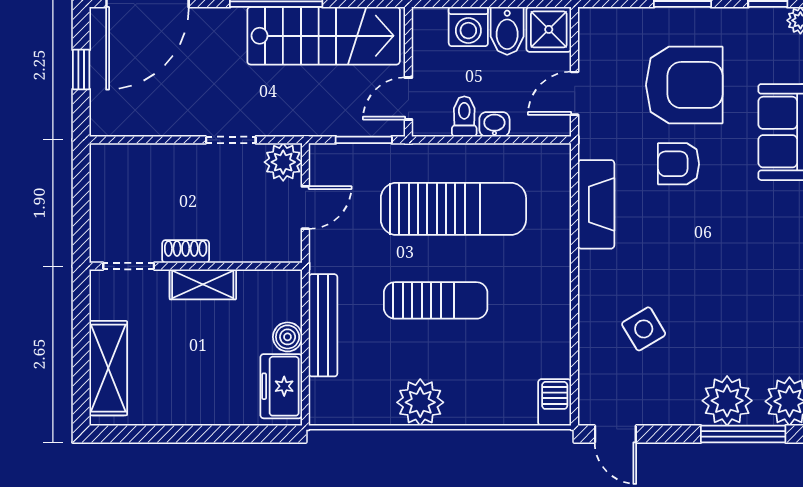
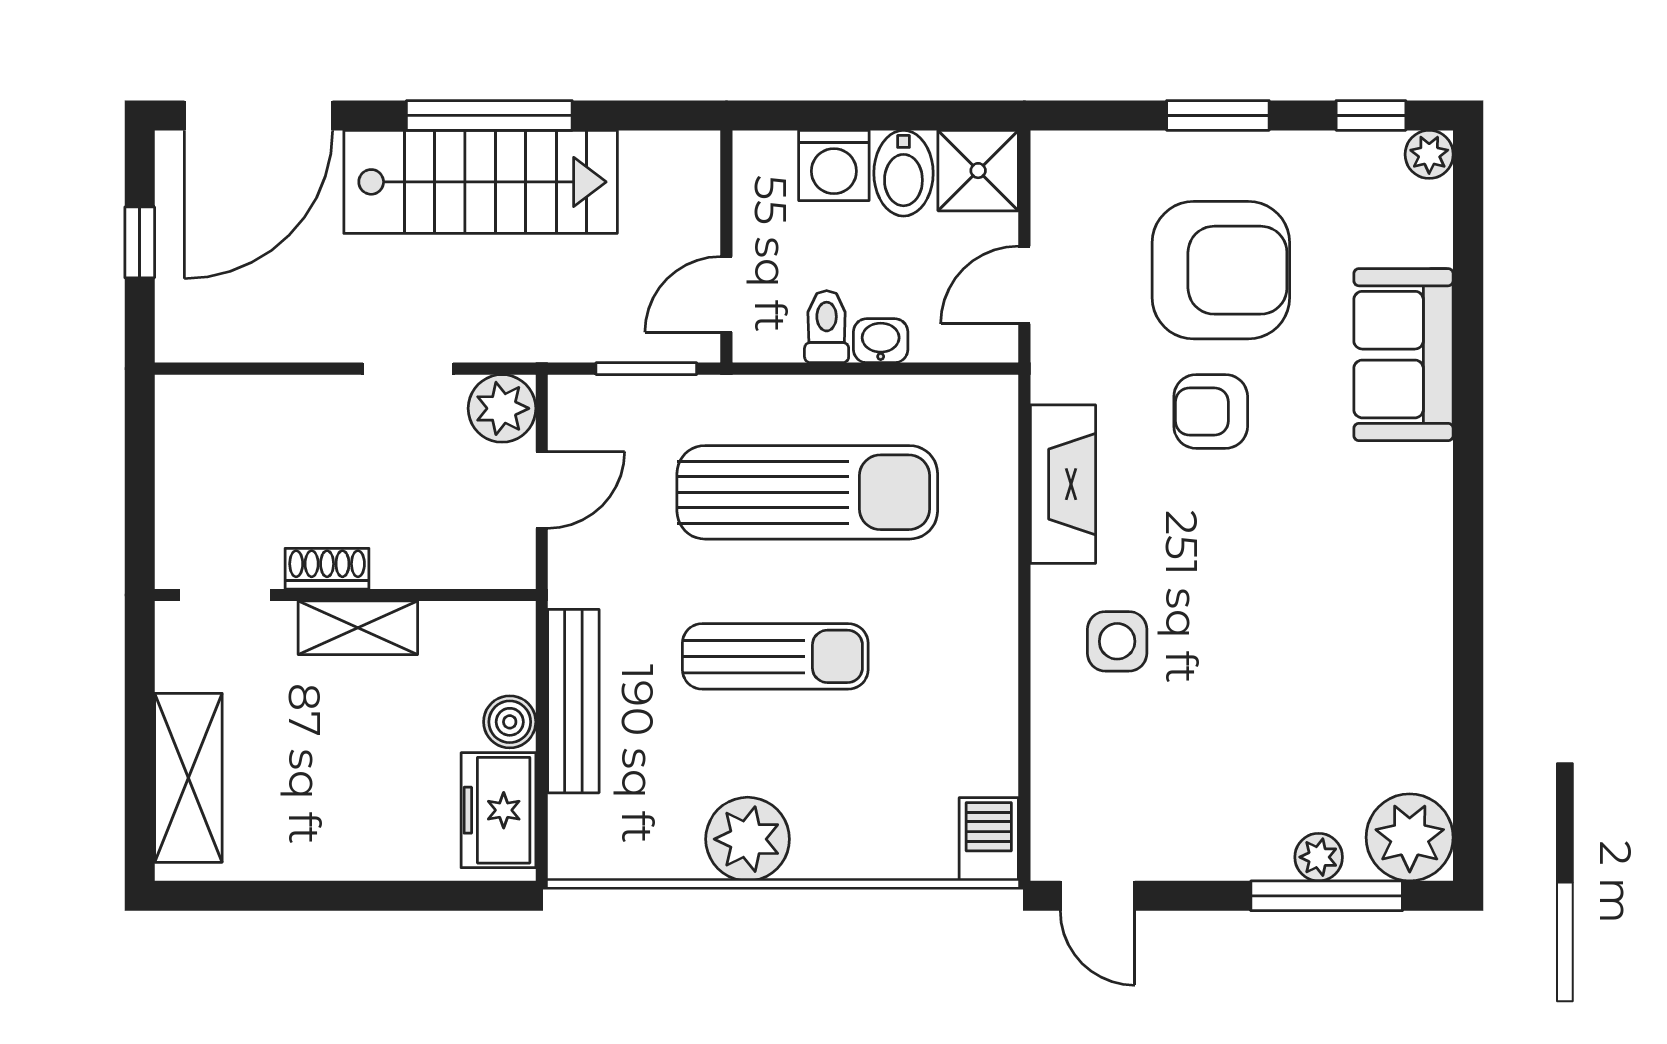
stairs: (324, 36) -> (481, 182), moved
side table: (644, 329) -> (1117, 641), moved, turned 31
plant: (727, 401) -> (1319, 857), width x0.53, depth x0.53

